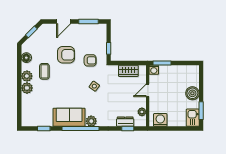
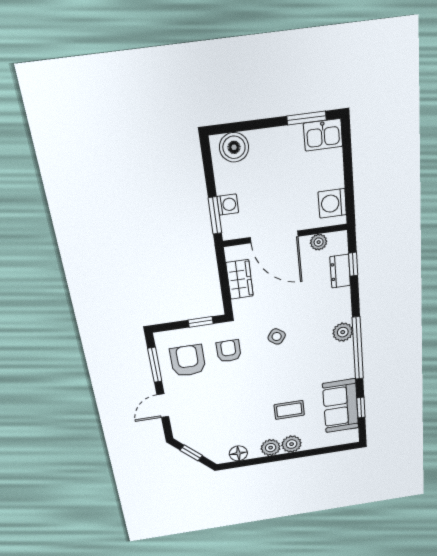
door: (64, 21) -> (163, 406), swing flipped
armchair: (66, 55) -> (188, 361), moved
washing machine: (154, 70) -> (228, 205), moved
coffee table: (44, 71) -> (289, 410), moved
door: (148, 90) -> (274, 237), width x1.87
boiler: (192, 93) -> (234, 147), moved
sofa: (69, 117) -> (341, 406), moved

